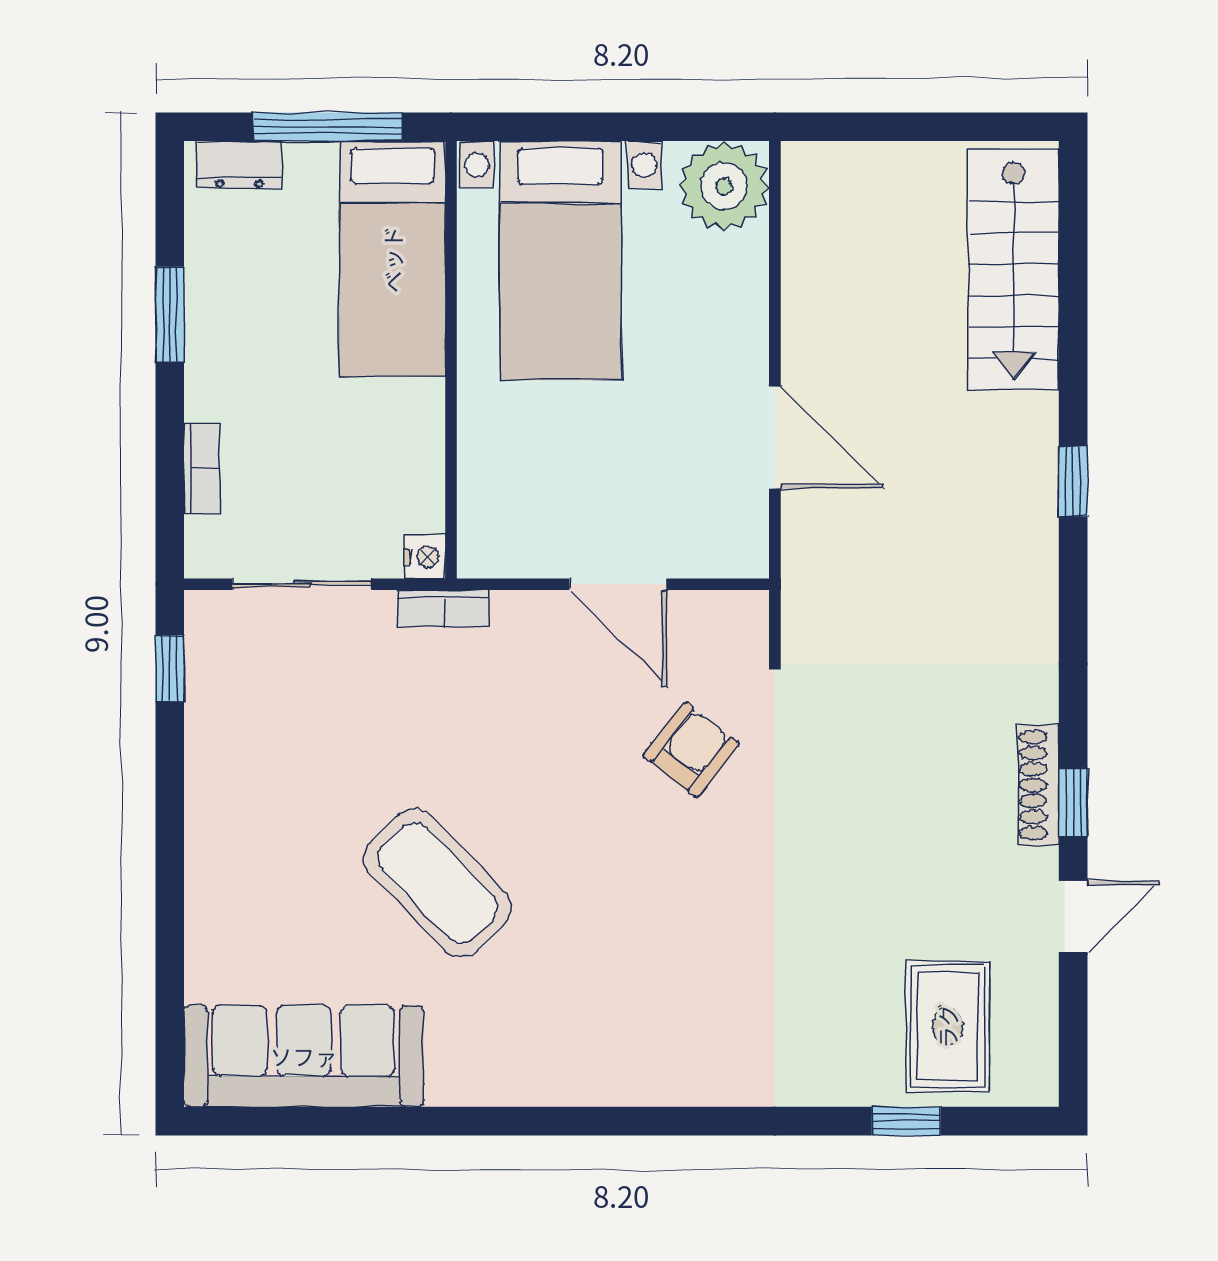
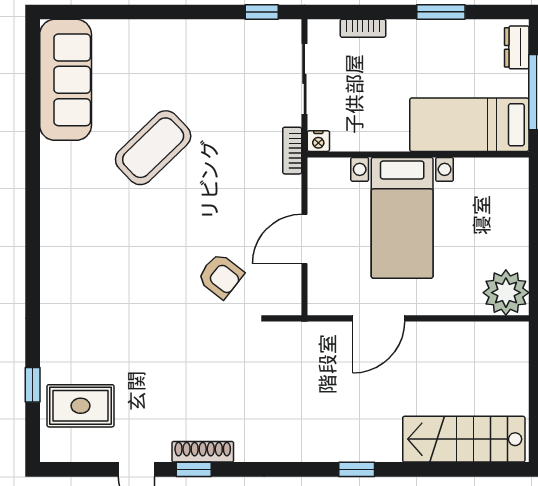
bed with nightstands: (561, 261) -> (402, 218), moved, turned -90

